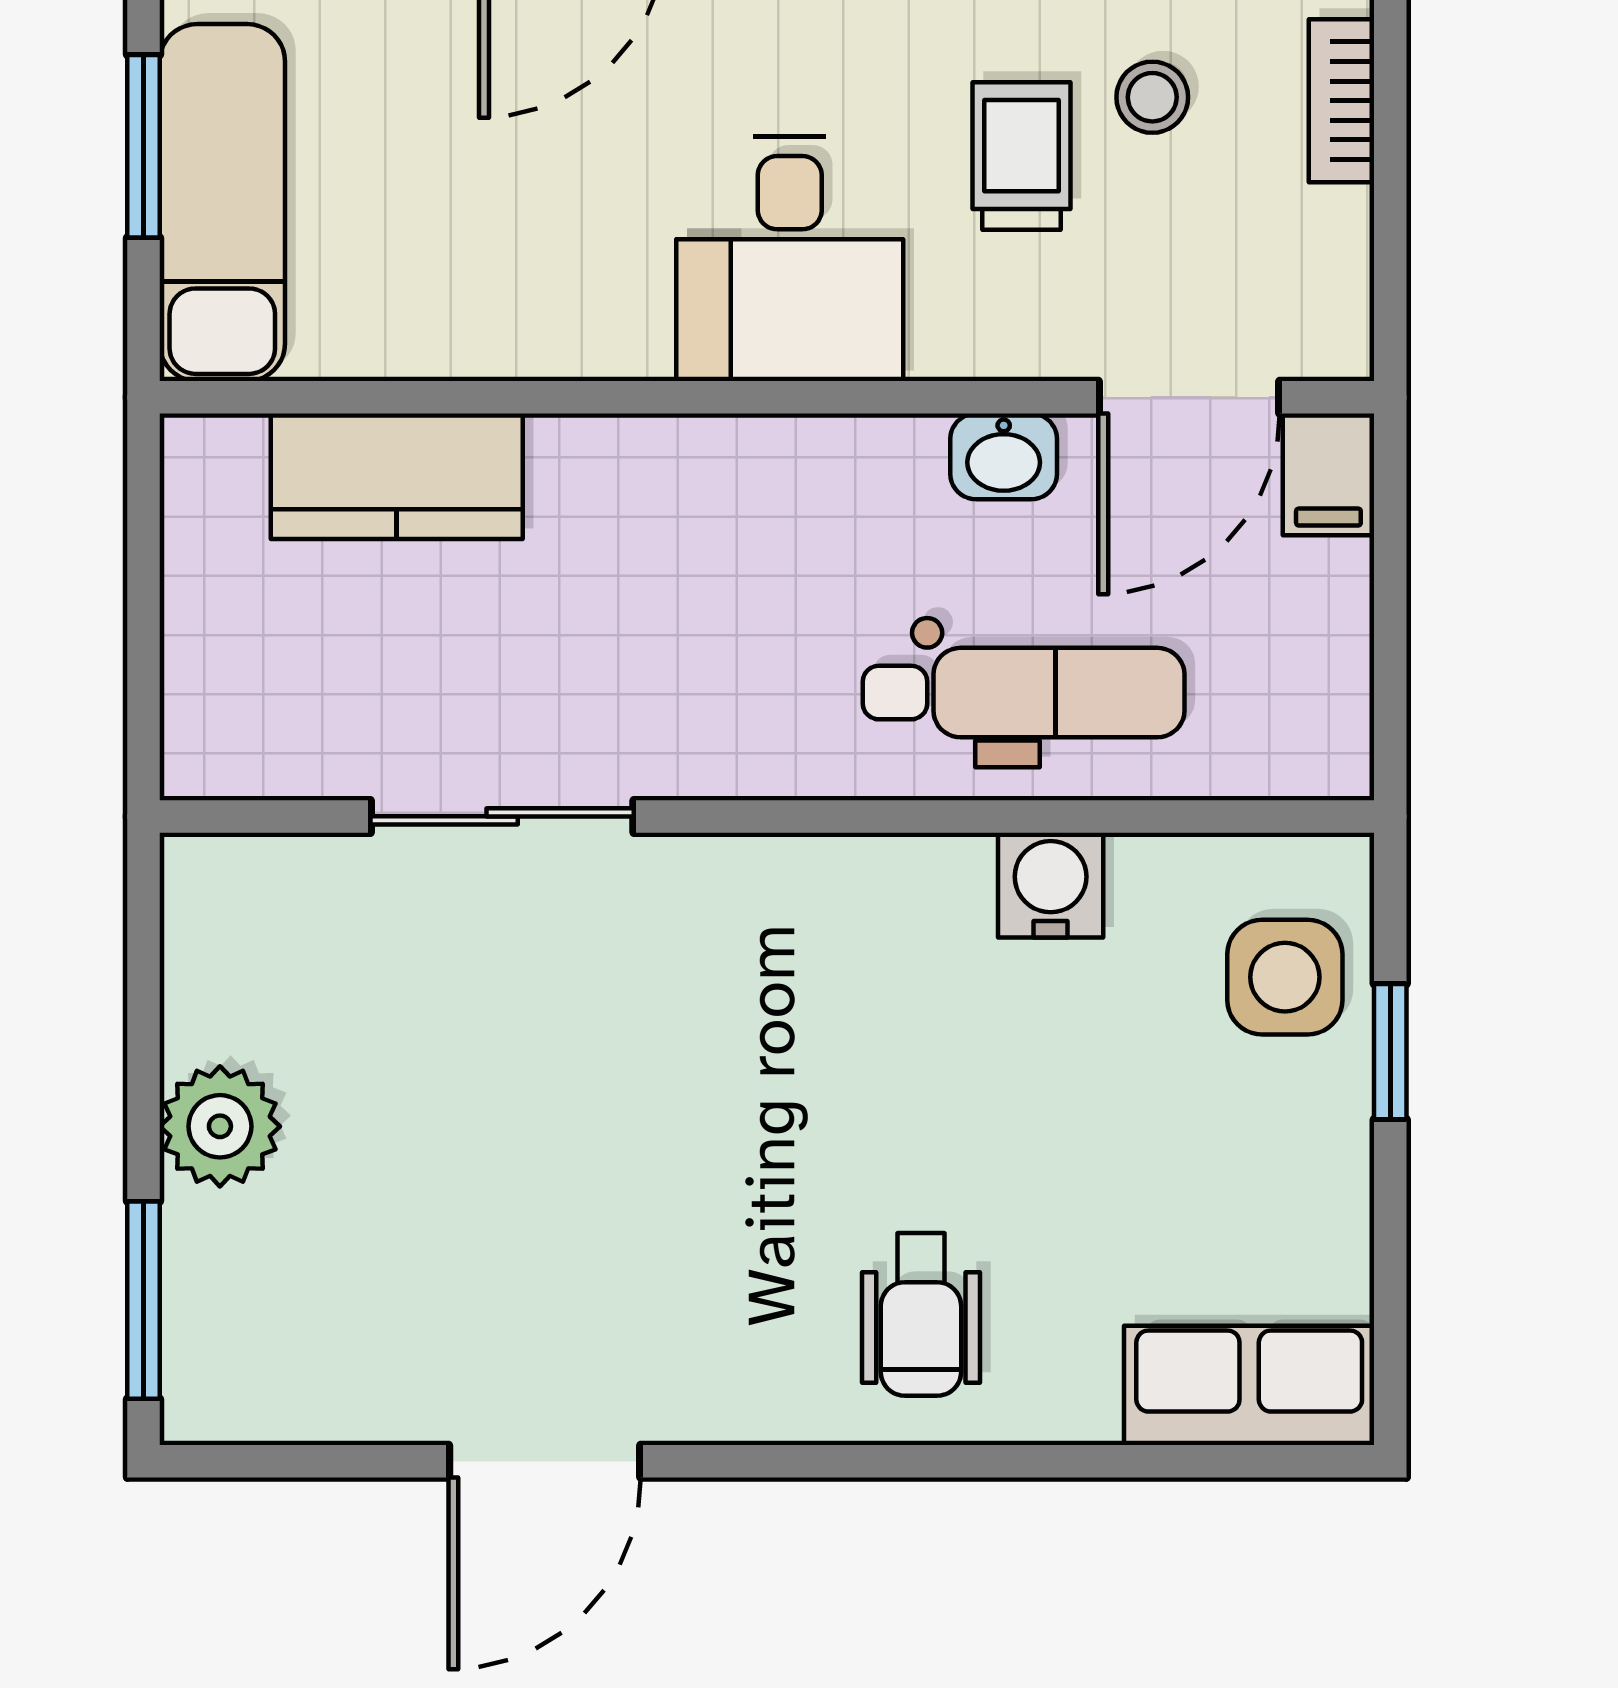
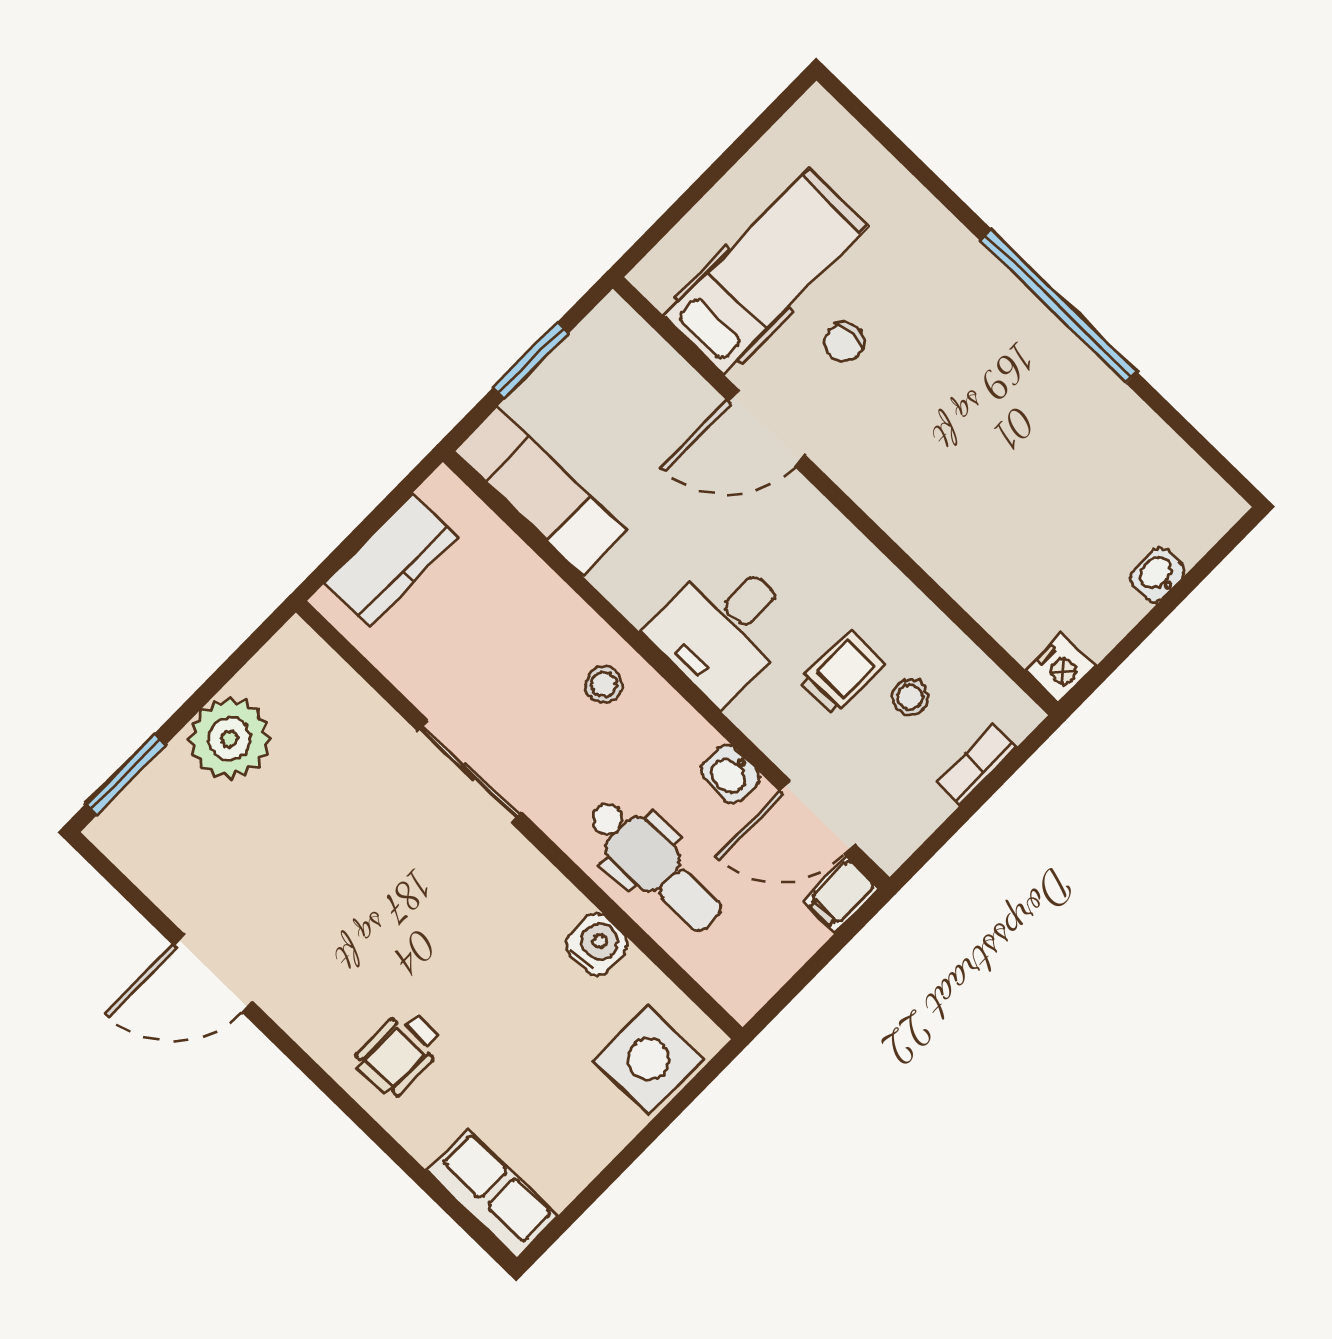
exam couch: (222, 203) -> (540, 491), moved, turned -90
kitchen counter: (397, 476) -> (391, 560), moved, turned -90
stool: (699, 506) -> (604, 684), added
sliding door: (502, 816) -> (470, 771), moved
side table: (1285, 977) -> (648, 1059), width x1.37, depth x1.37
window: (1390, 1052) -> (660, 1123), removed
plant: (220, 1126) -> (230, 739), width x1.36, depth x1.36

